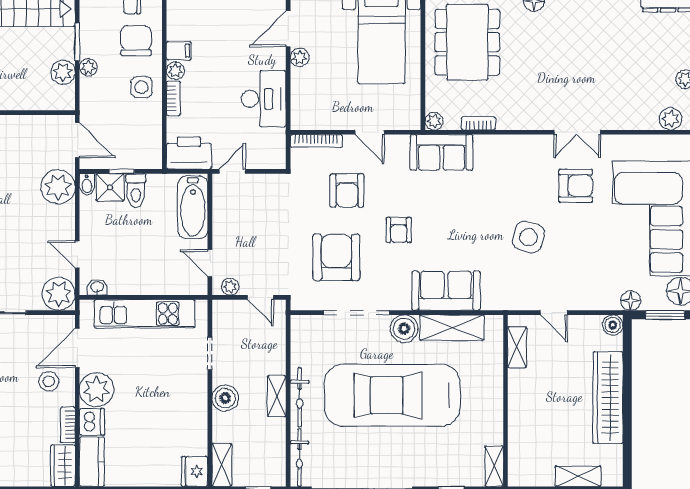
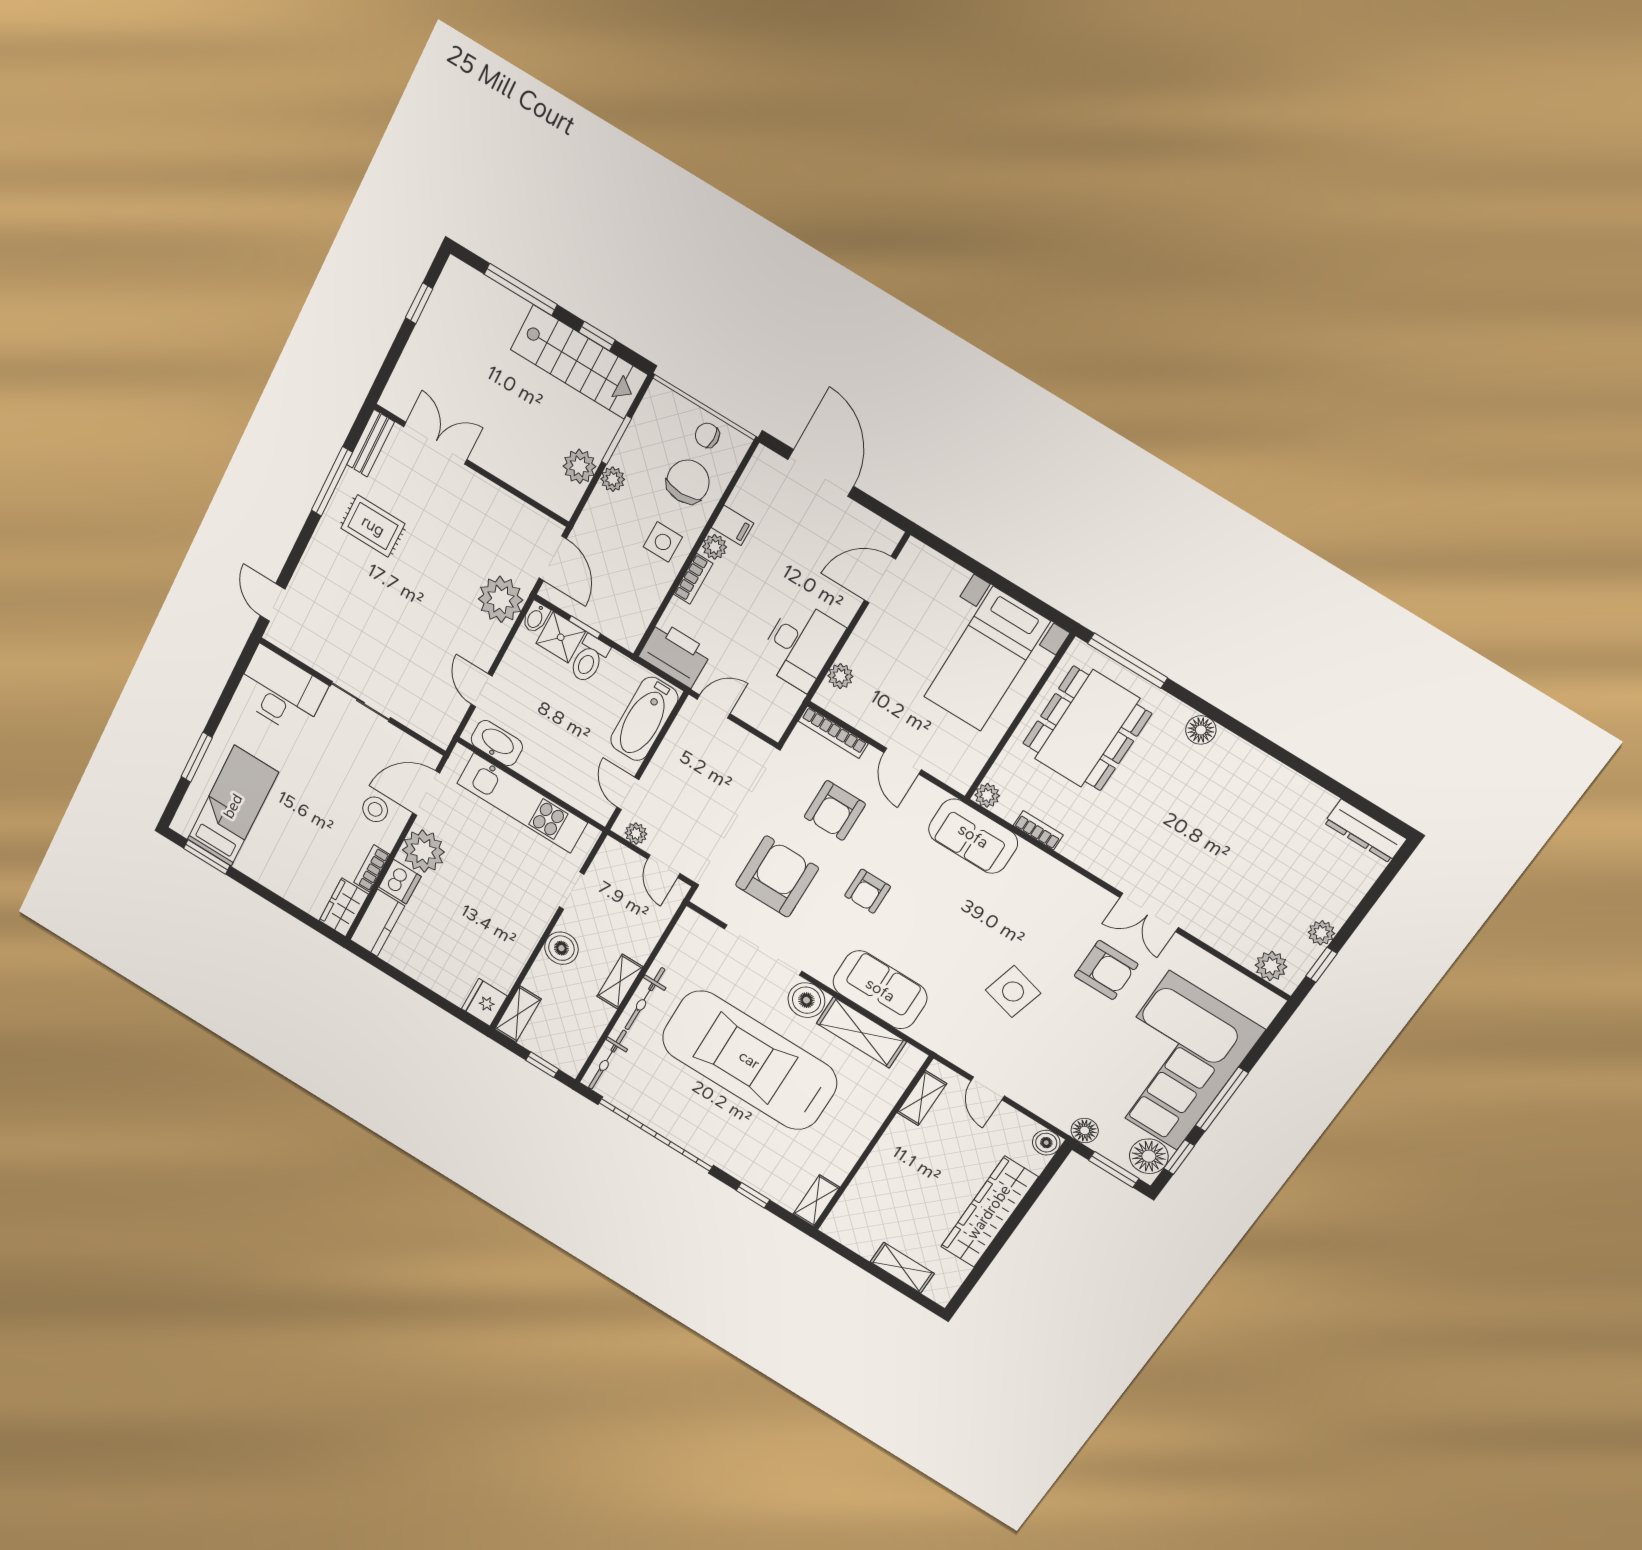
plant: (300, 57) -> (840, 676), moved
washbasin: (97, 287) -> (497, 743), width x1.91, depth x1.45
plant: (59, 294) -> (437, 721), removed

